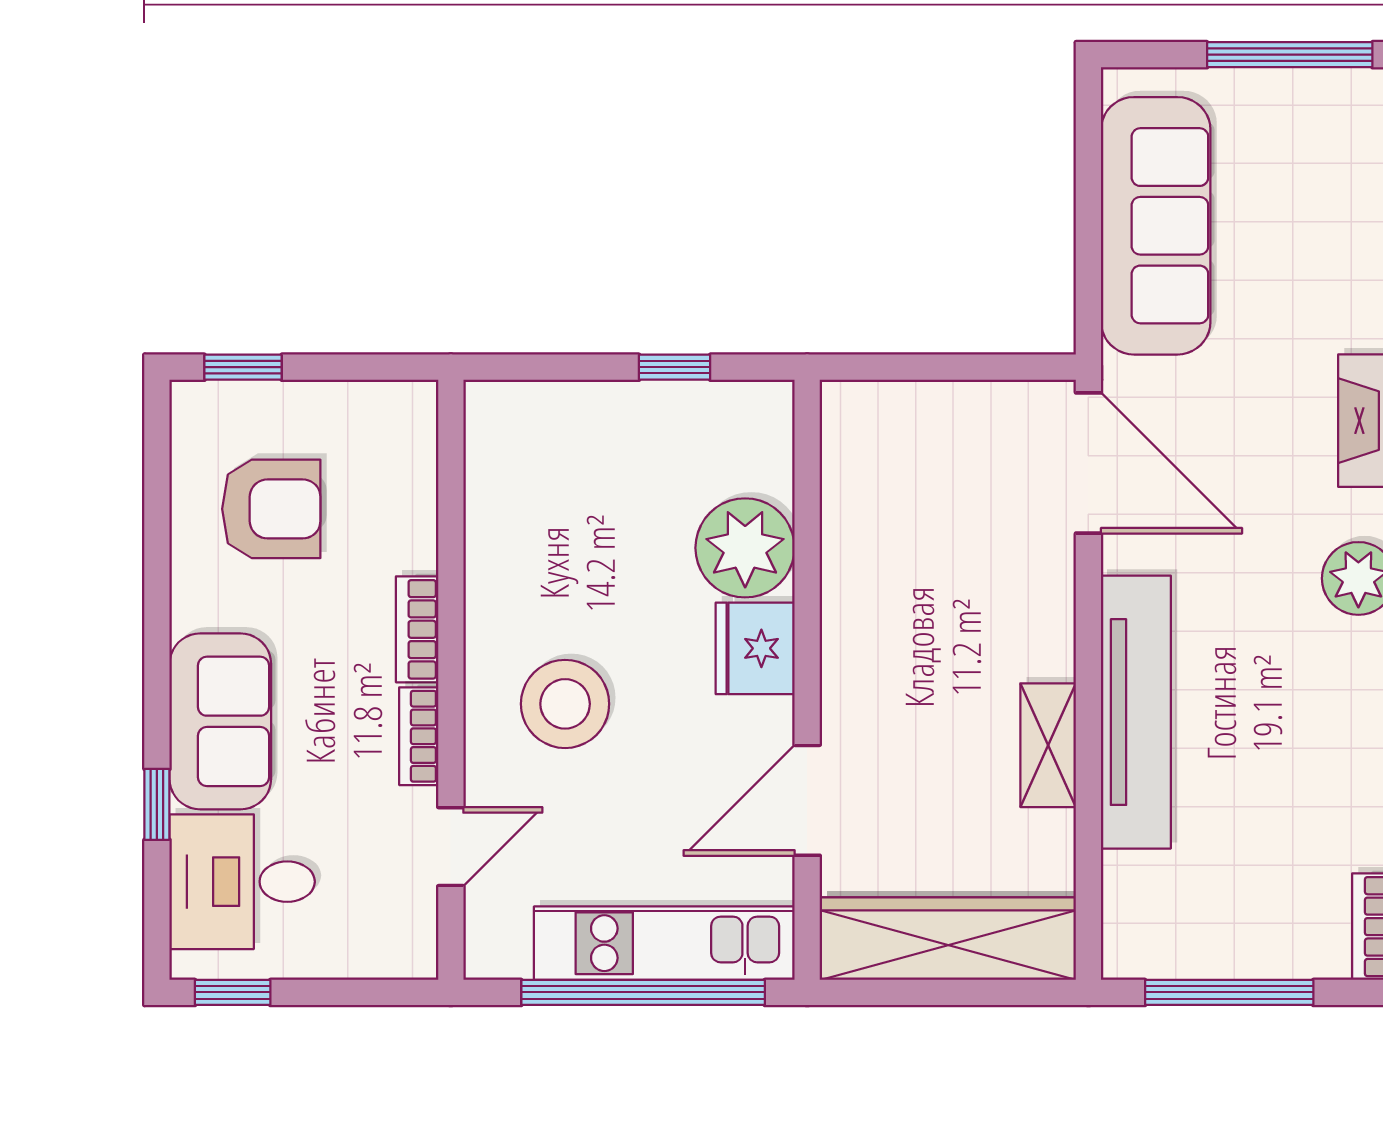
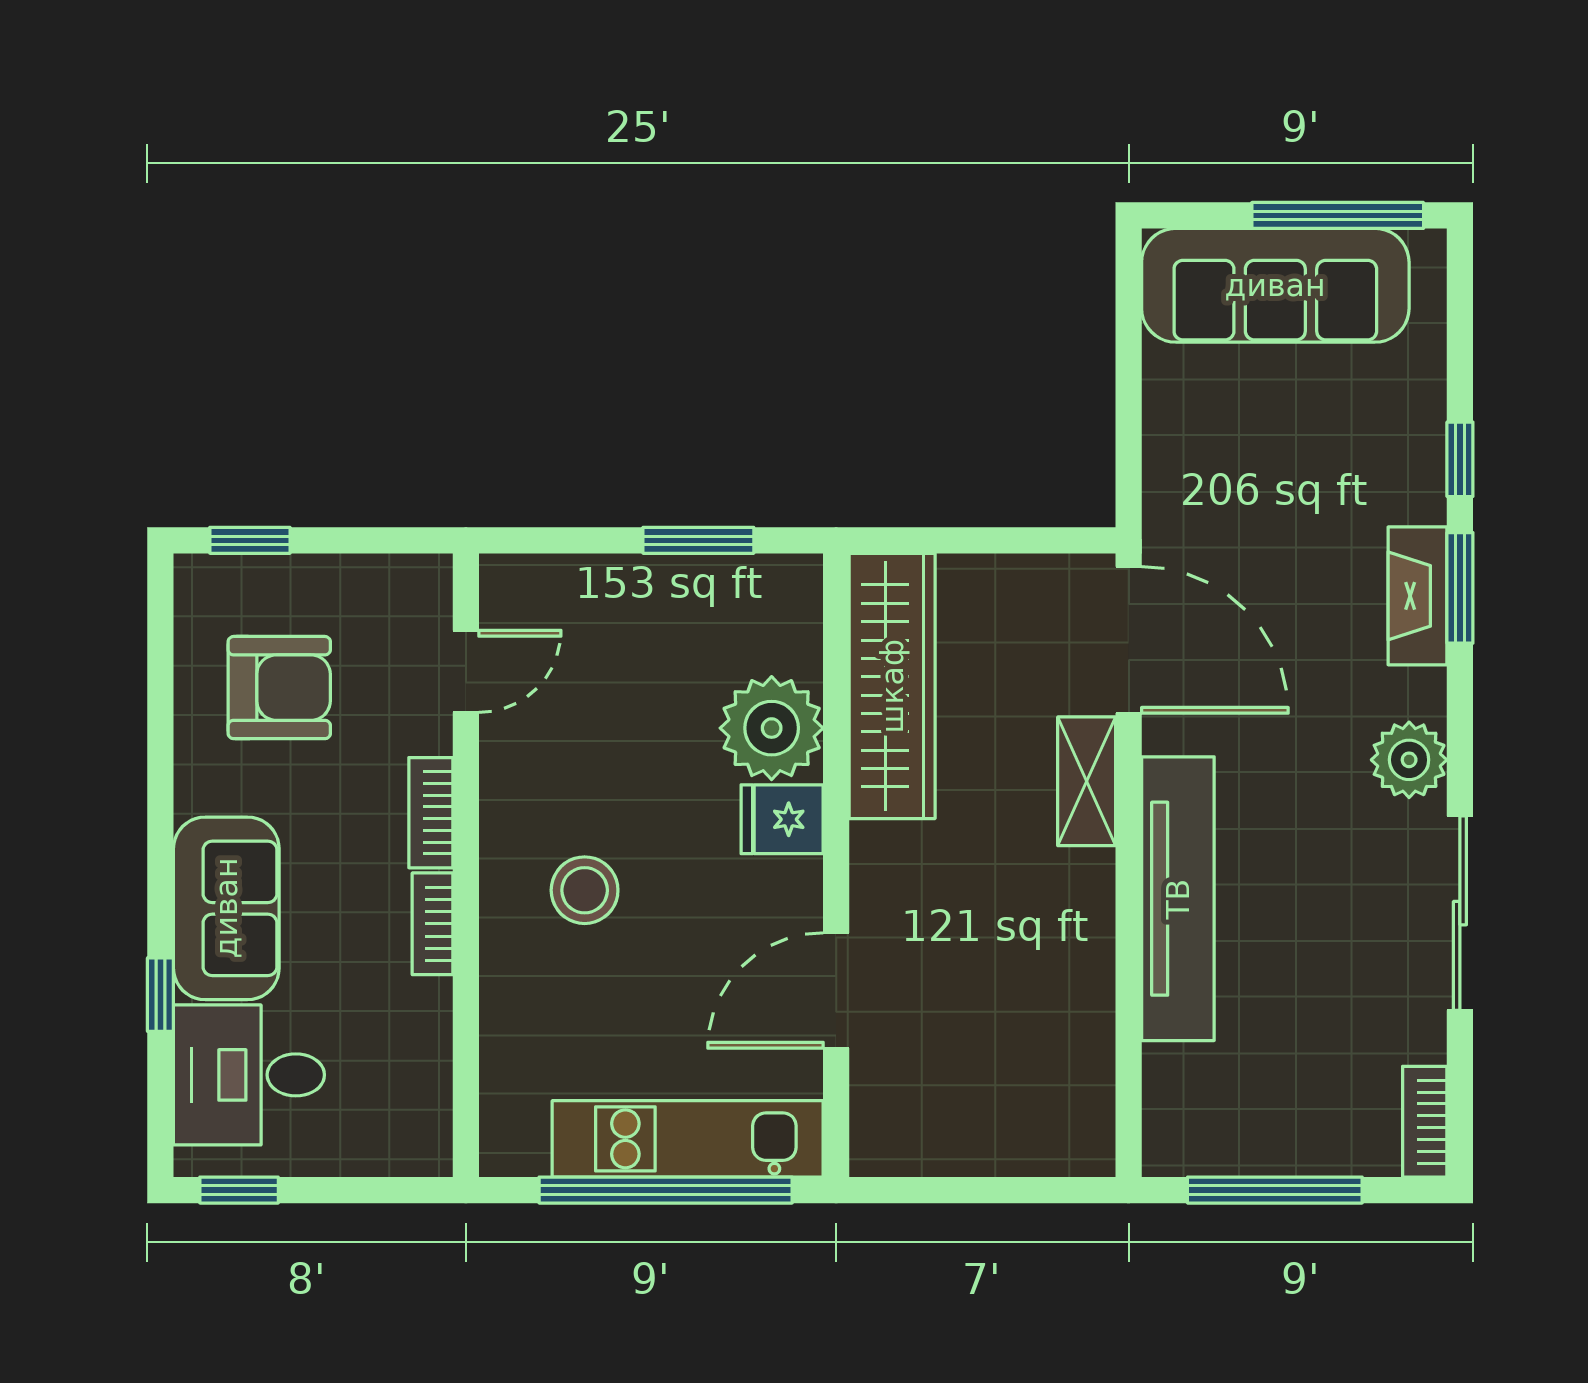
sofa: (1156, 226) -> (1275, 285), moved, turned 90
window: (675, 367) -> (698, 540), width x1.50
fridge: (755, 648) -> (782, 819), width x0.72
stool: (565, 704) -> (585, 890), width x0.73, depth x0.73
shelving: (1048, 745) -> (1087, 781), moved
door: (451, 847) -> (466, 671), moved
wardrobe: (948, 939) -> (892, 686), moved, turned 90

